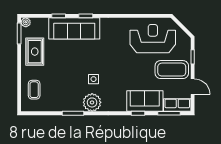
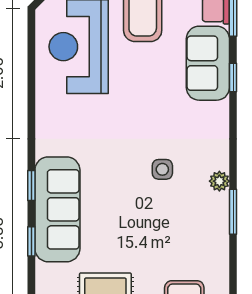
plant: (92, 102) -> (219, 181), width x0.53, depth x0.53

